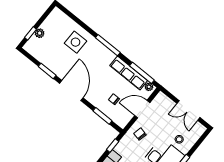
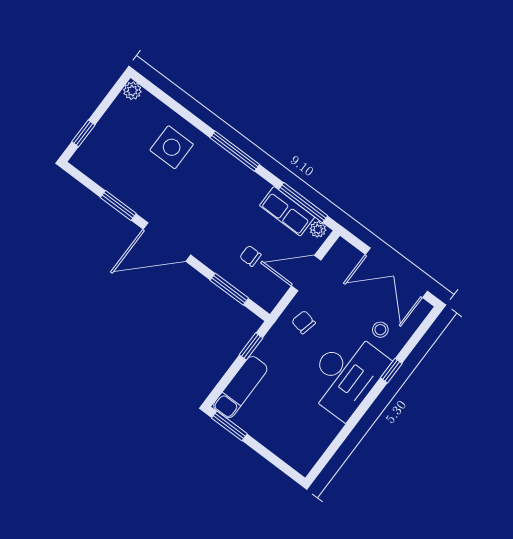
plant: (40, 33) -> (132, 91), moved
row of seats: (129, 73) -> (287, 211), width x0.68
door: (71, 91) -> (167, 242), swing flipped
double door: (188, 110) -> (396, 273), width x1.37

